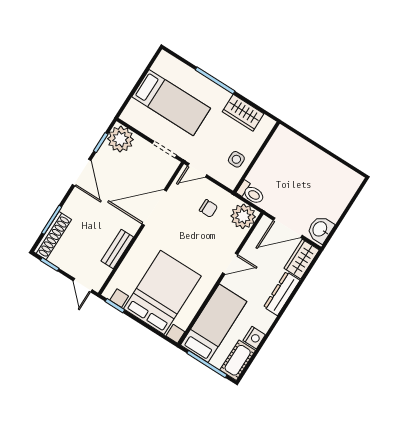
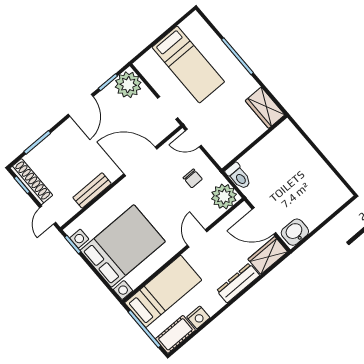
wardrobe: (243, 113) -> (265, 108), moved
side table: (236, 159) -> (234, 139), removed
shoe rack: (52, 236) -> (31, 182), moved, turned -90
door: (230, 264) -> (197, 238), swing flipped

